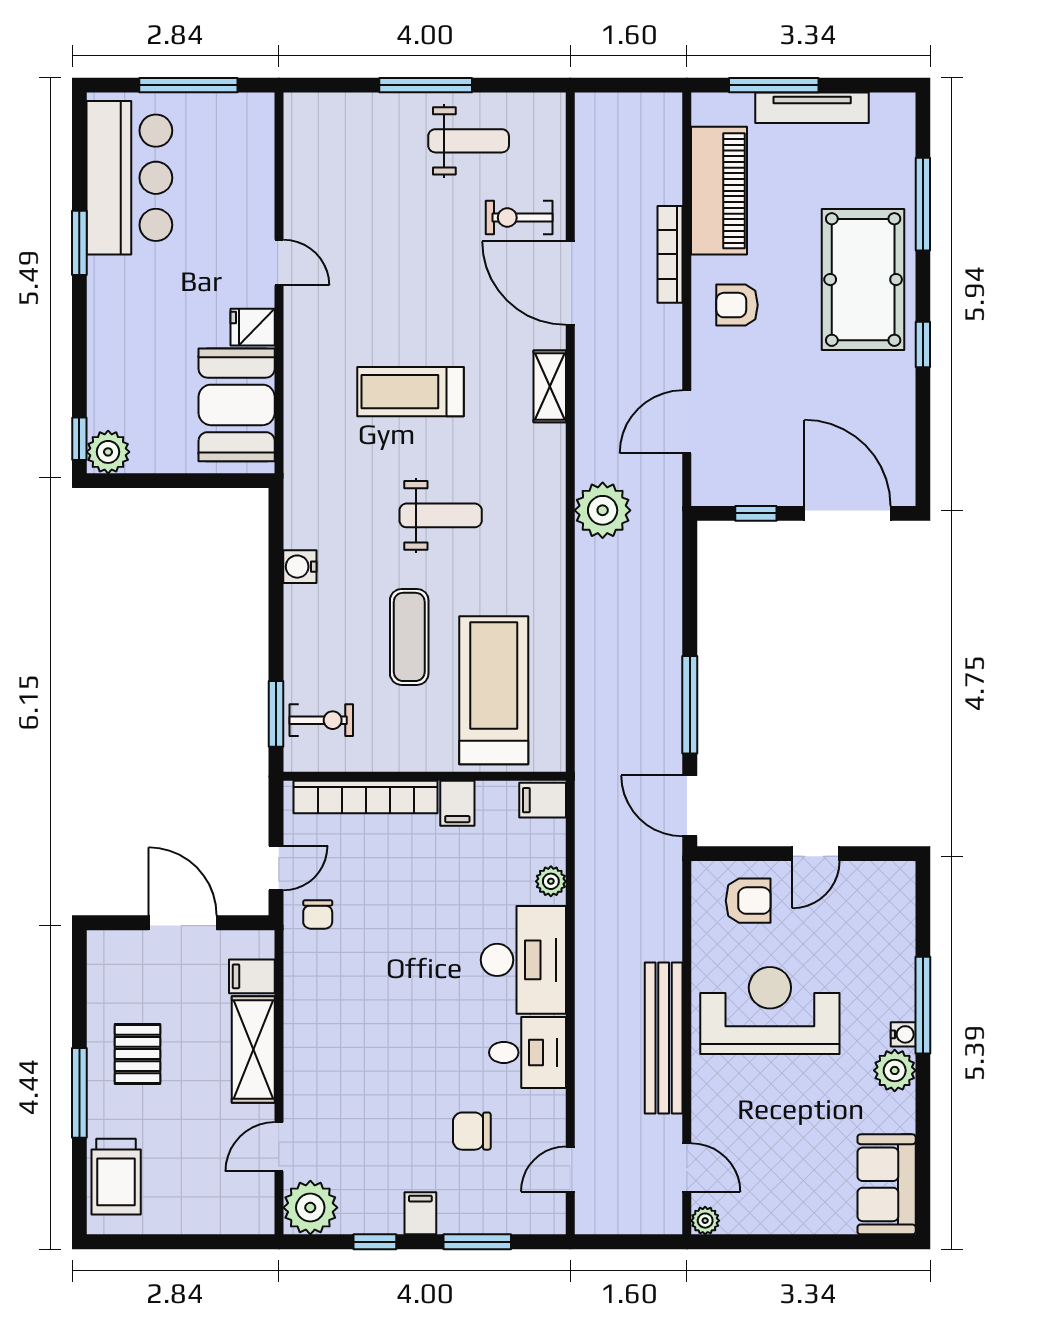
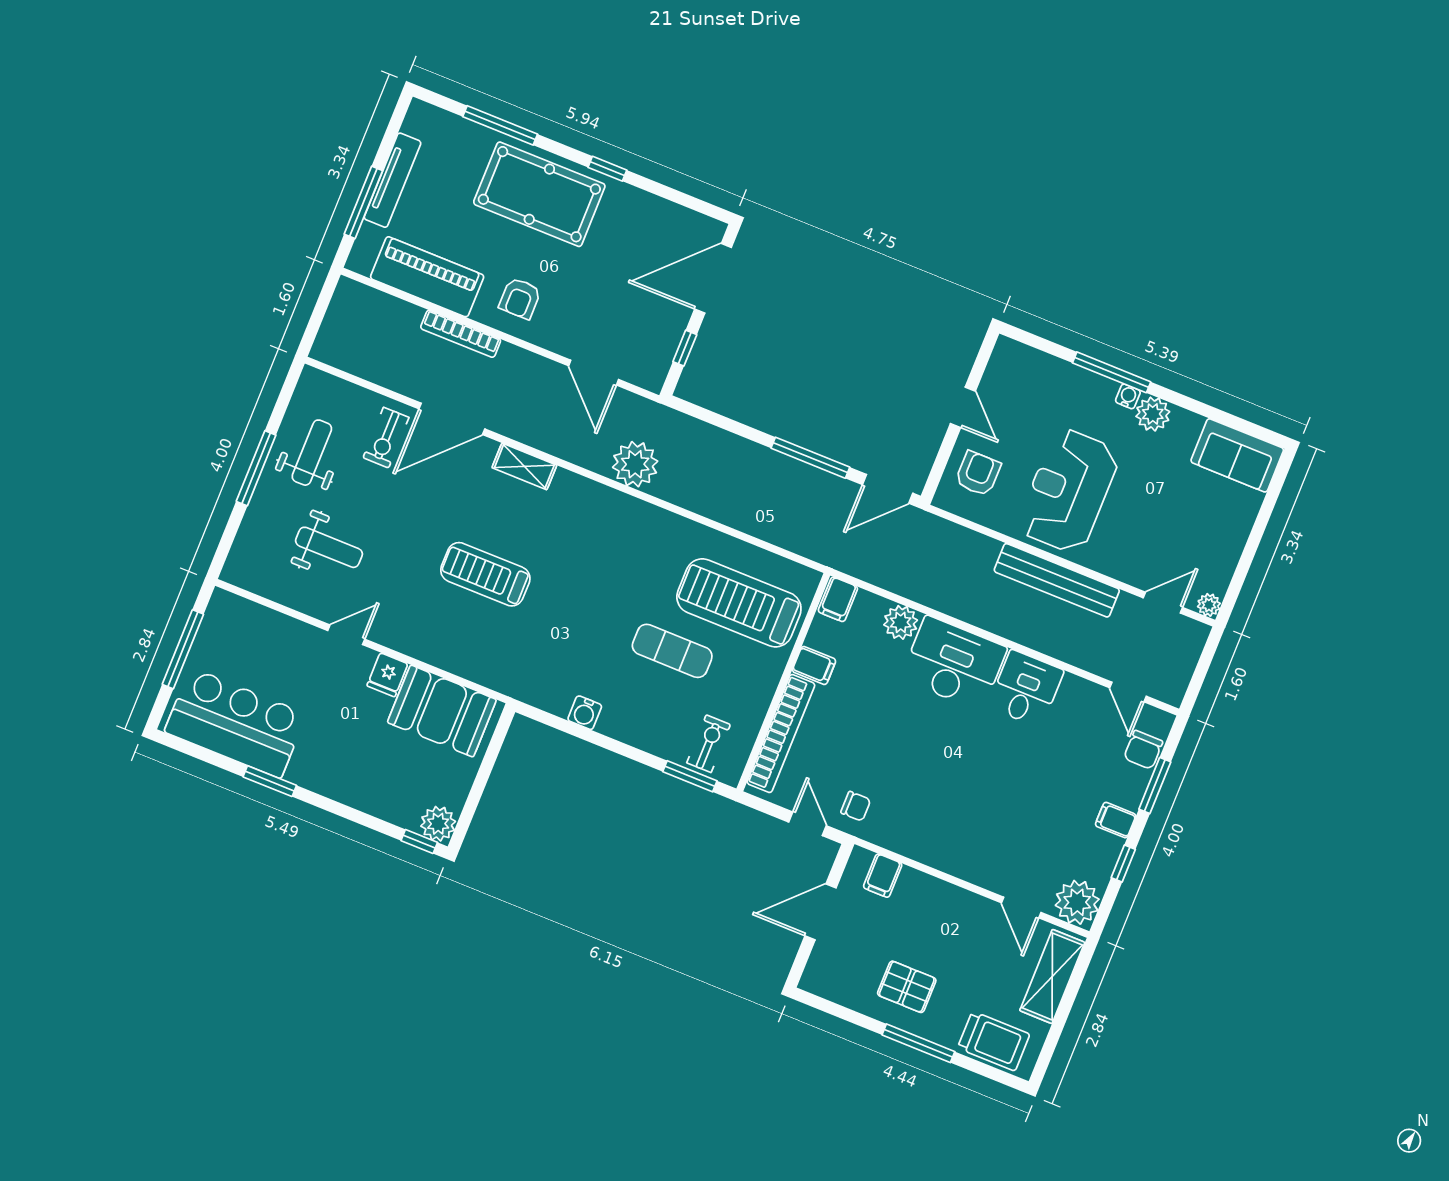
treadmill: (410, 392) -> (485, 574), turned 90
weight bench: (441, 515) -> (329, 547), moved, turned 90
plant: (551, 881) -> (901, 622), width x1.38, depth x1.38
shelving: (253, 1050) -> (1052, 976), moved, turned 90
chair: (472, 1131) -> (1143, 750), moved

